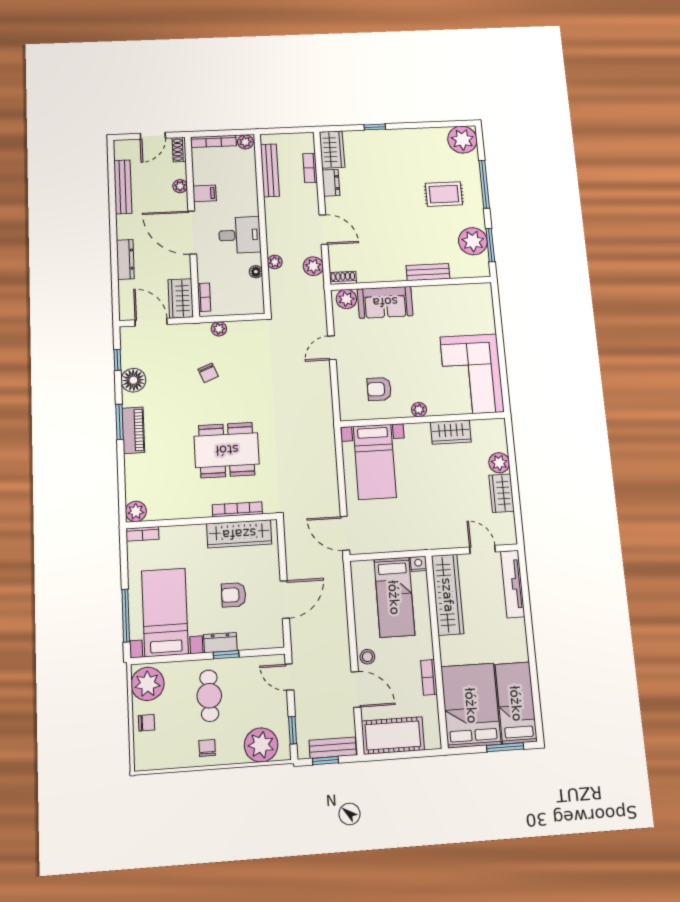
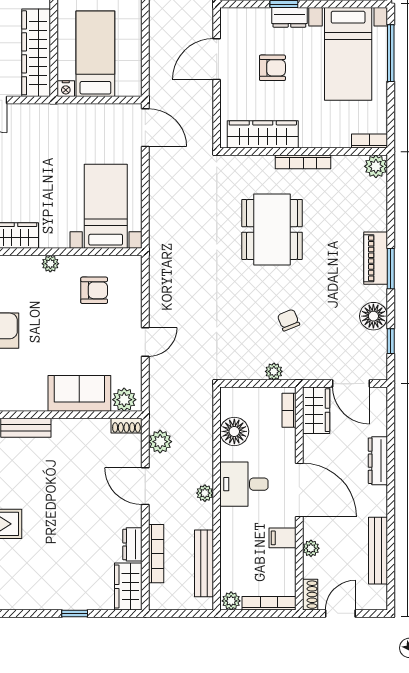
bookcase: (310, 168) -> (156, 554), width x1.56
plant: (275, 262) -> (205, 493), moved
floor lamp: (256, 272) -> (234, 431), width x1.89, depth x1.89
dining table: (227, 450) -> (272, 229), turned 90
bookcase: (237, 509) -> (303, 162), moved

